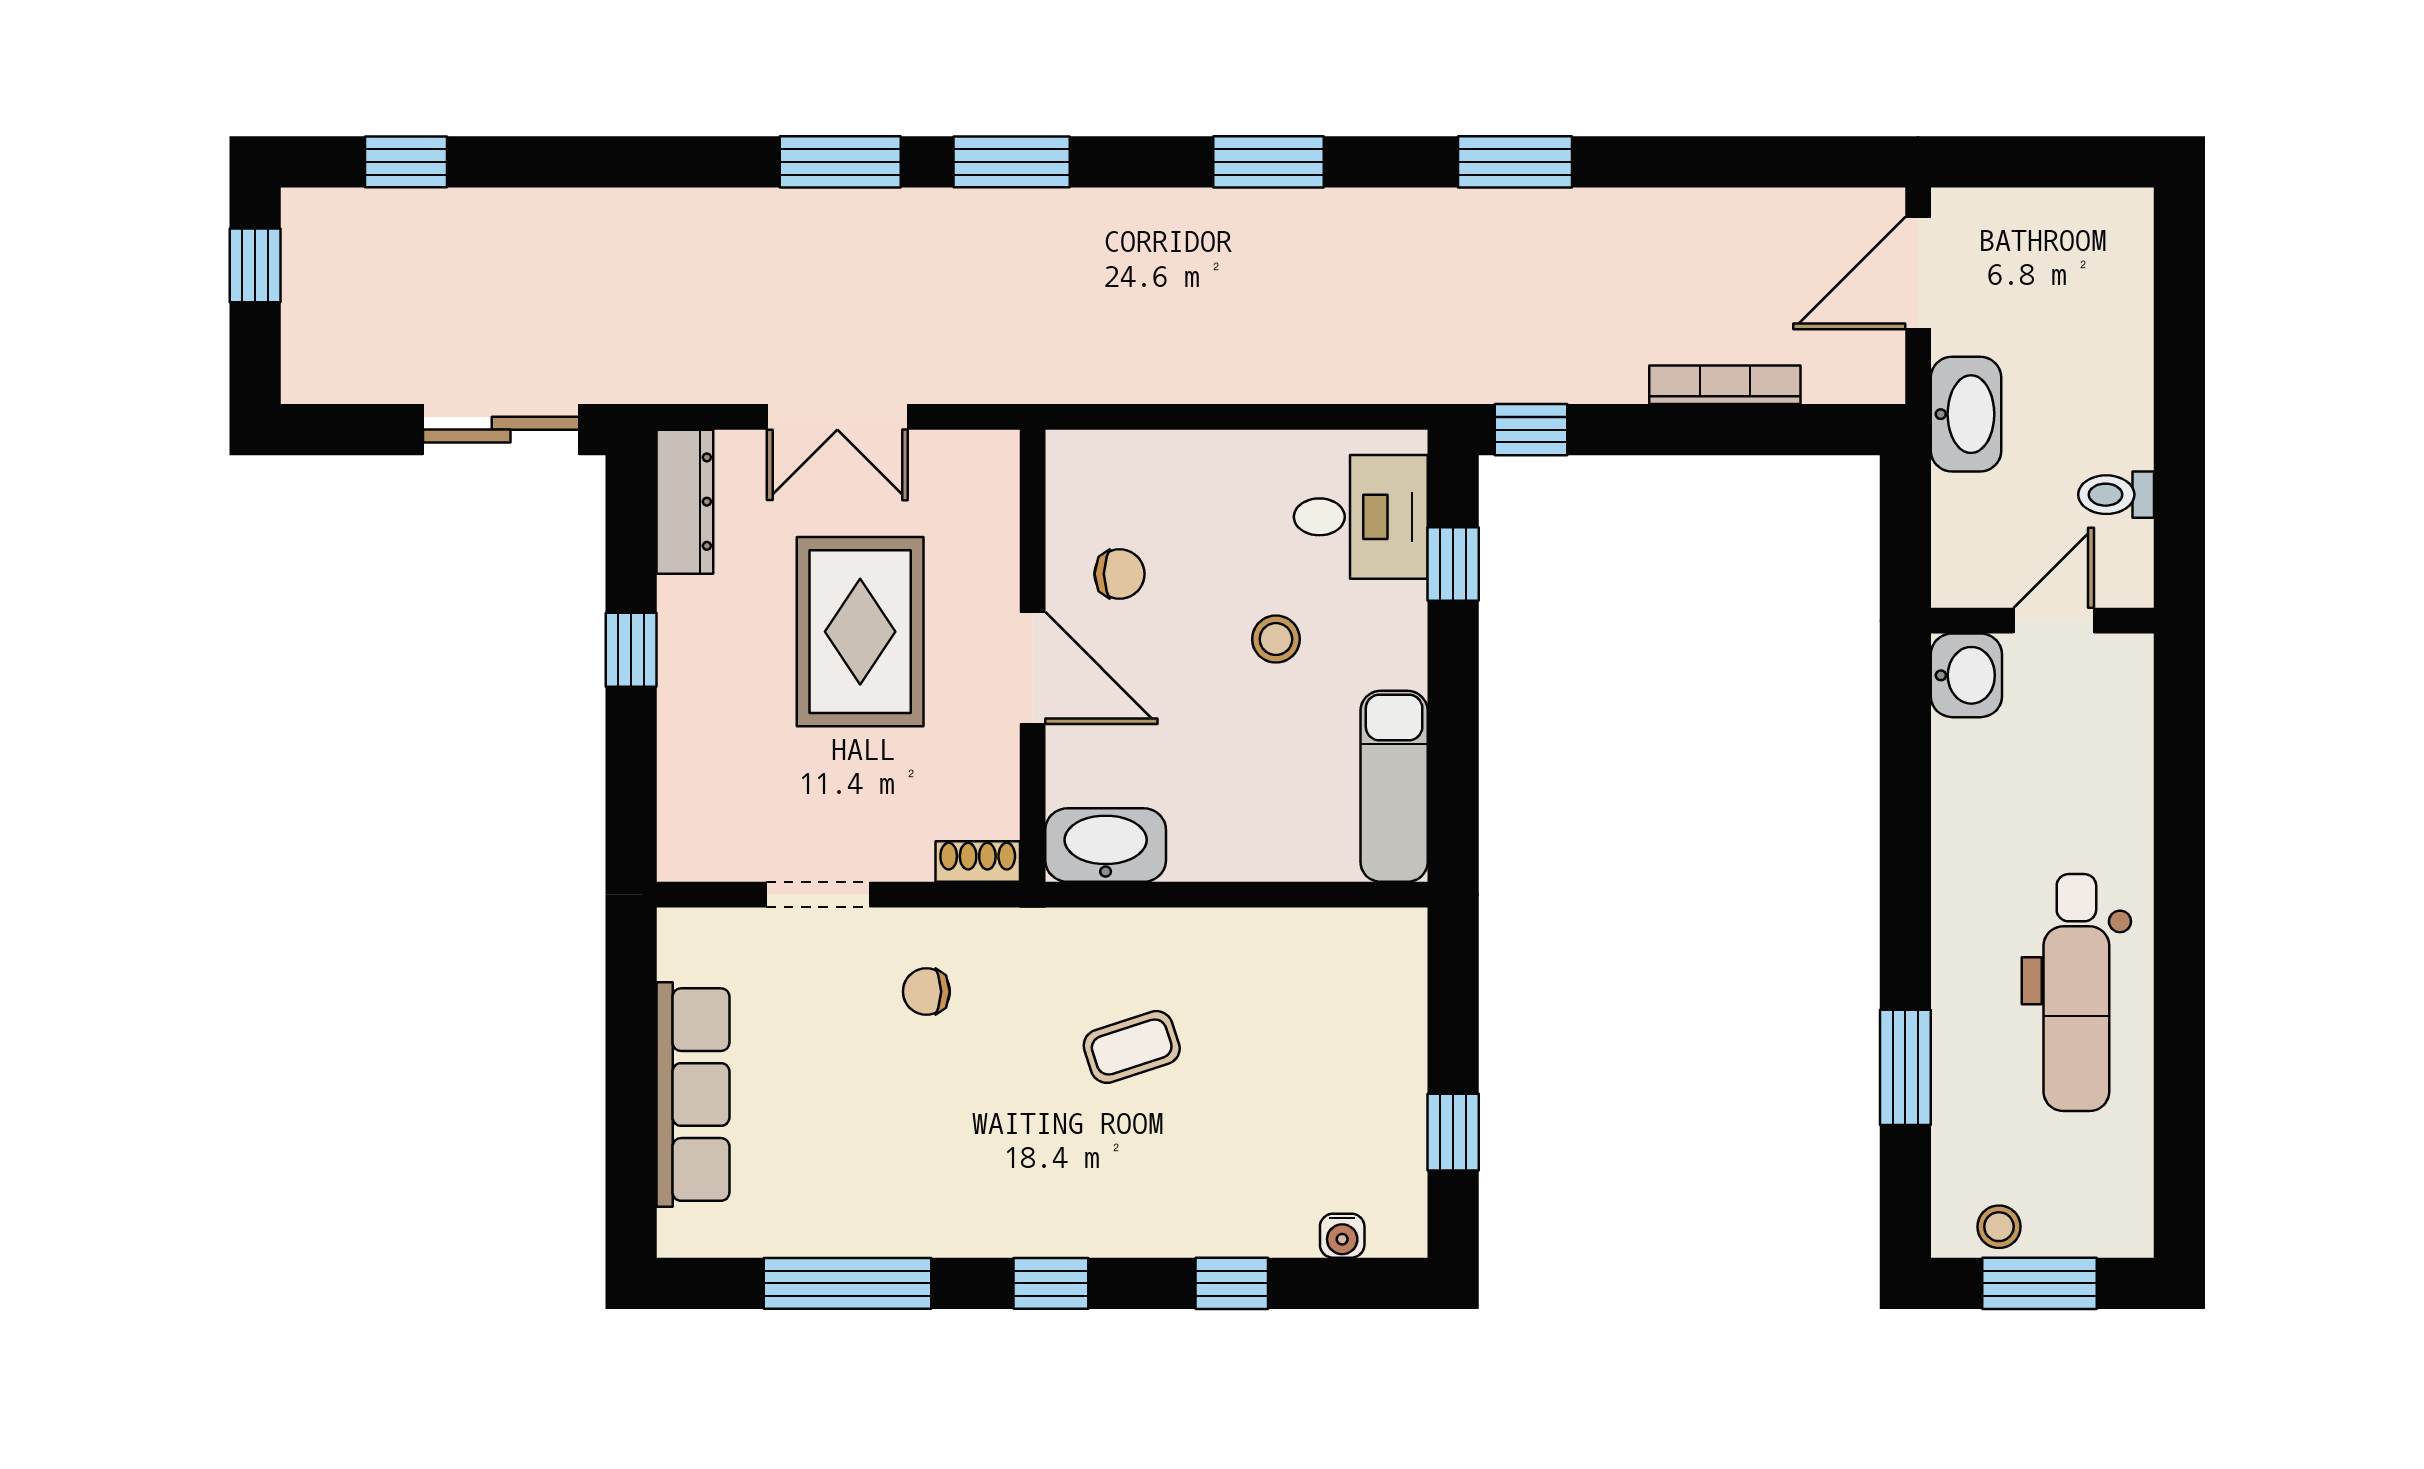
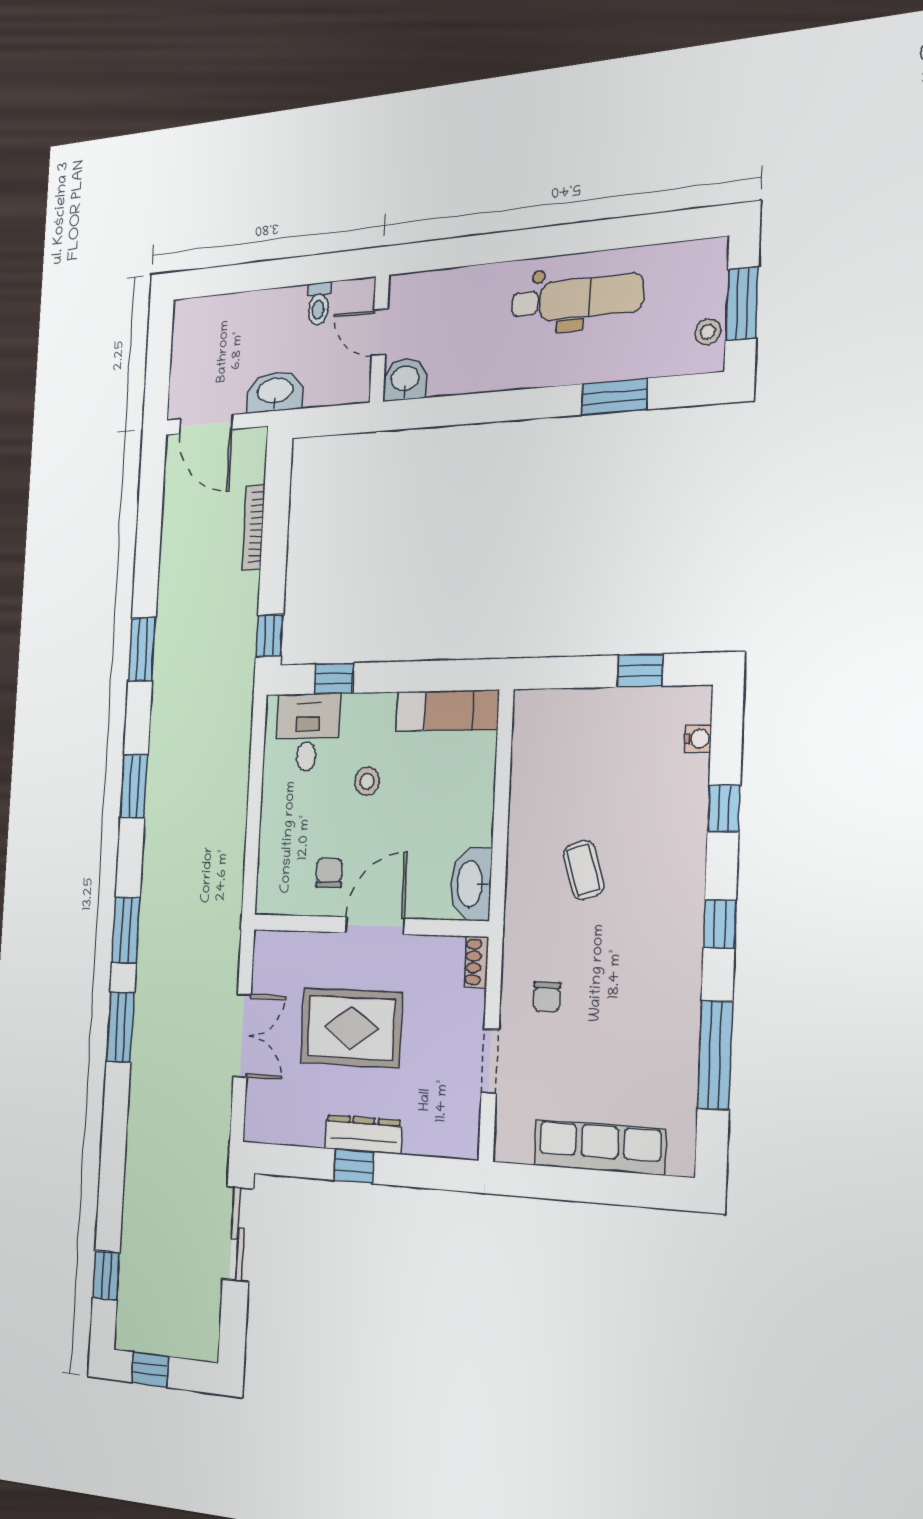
dresser: (685, 502) -> (363, 1134), moved

